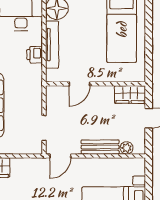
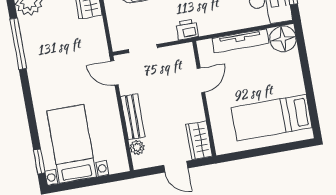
printer: (35, 55) -> (187, 30), moved
door: (80, 84) -> (201, 80), swing flipped

